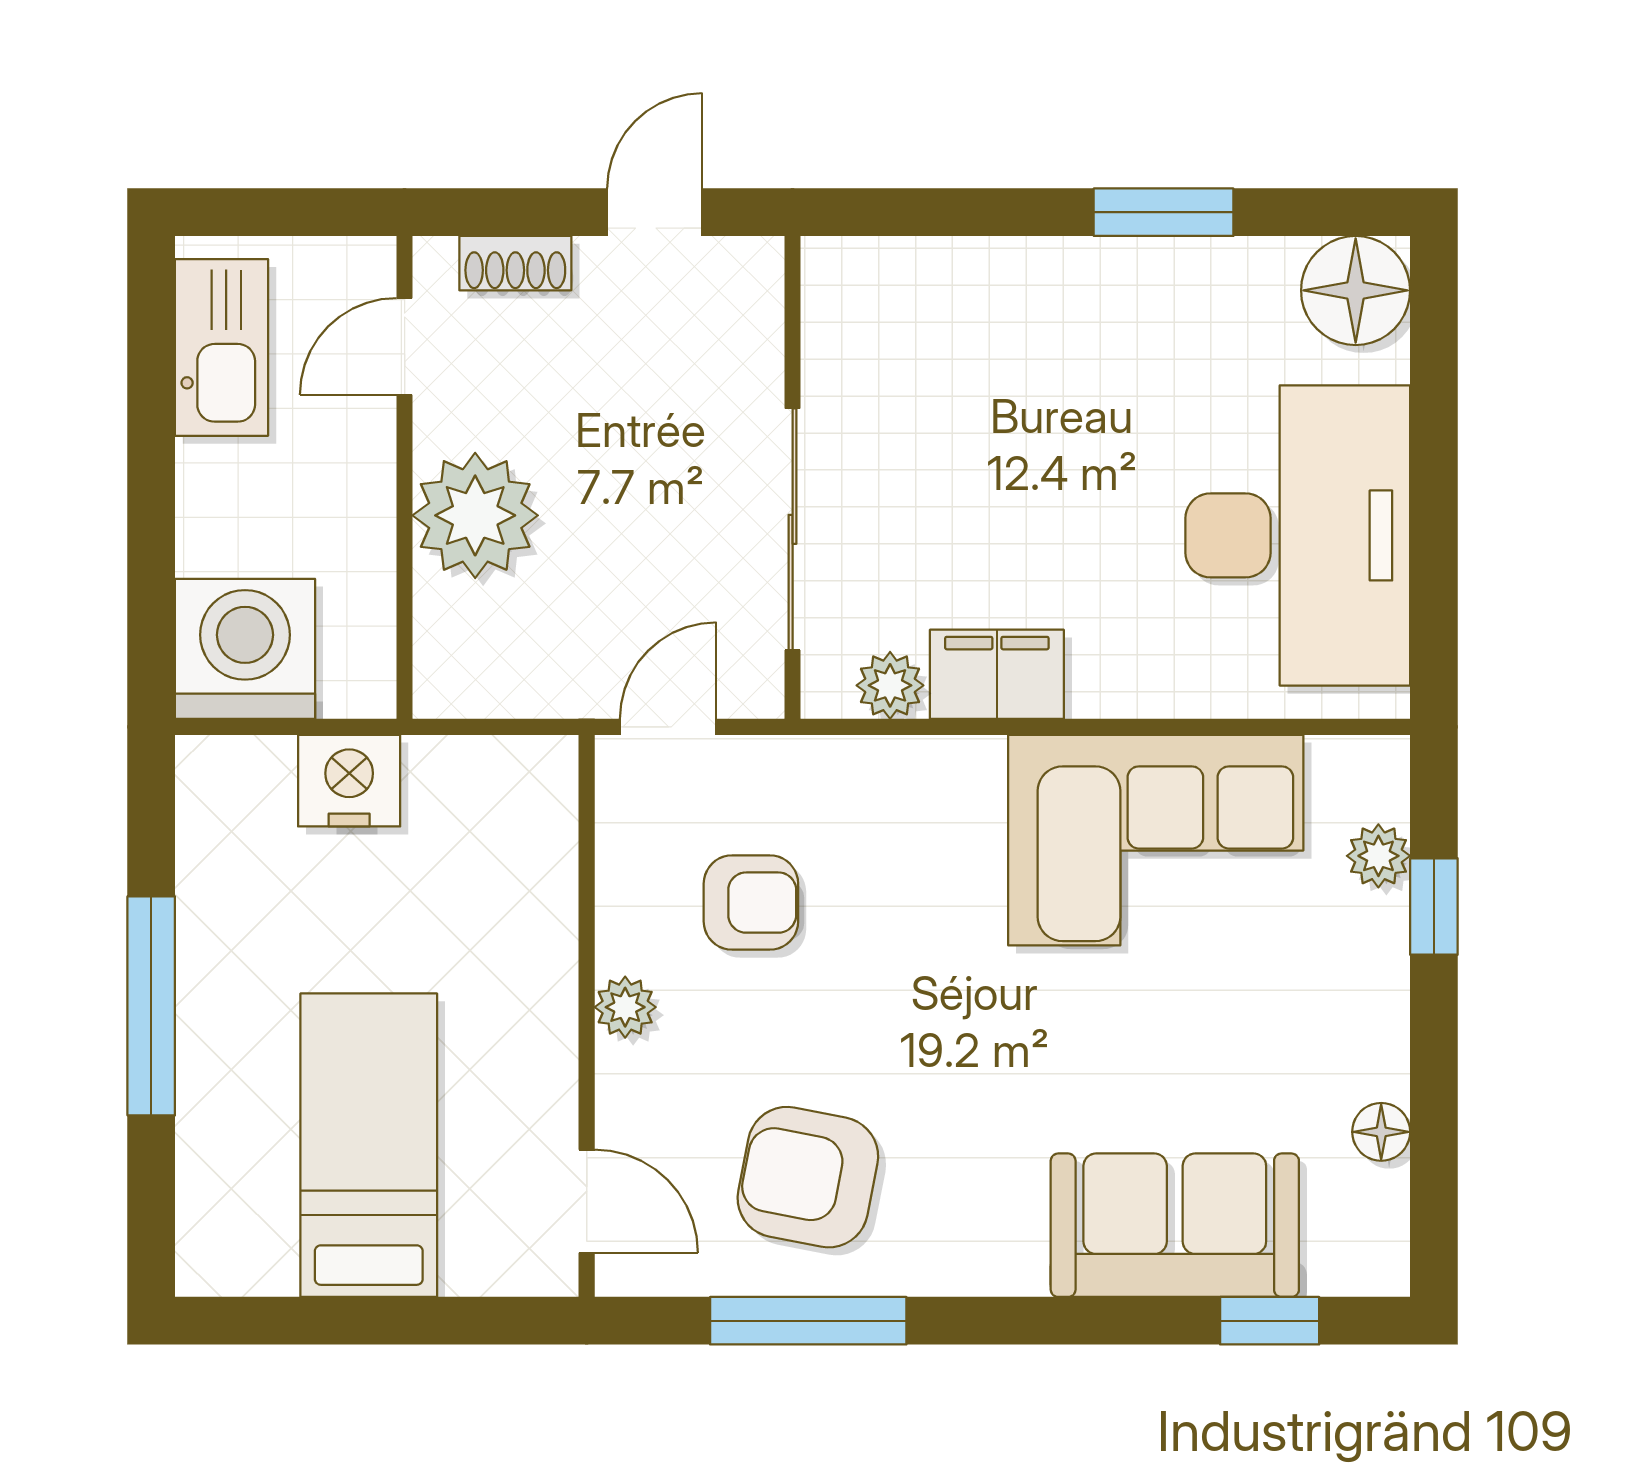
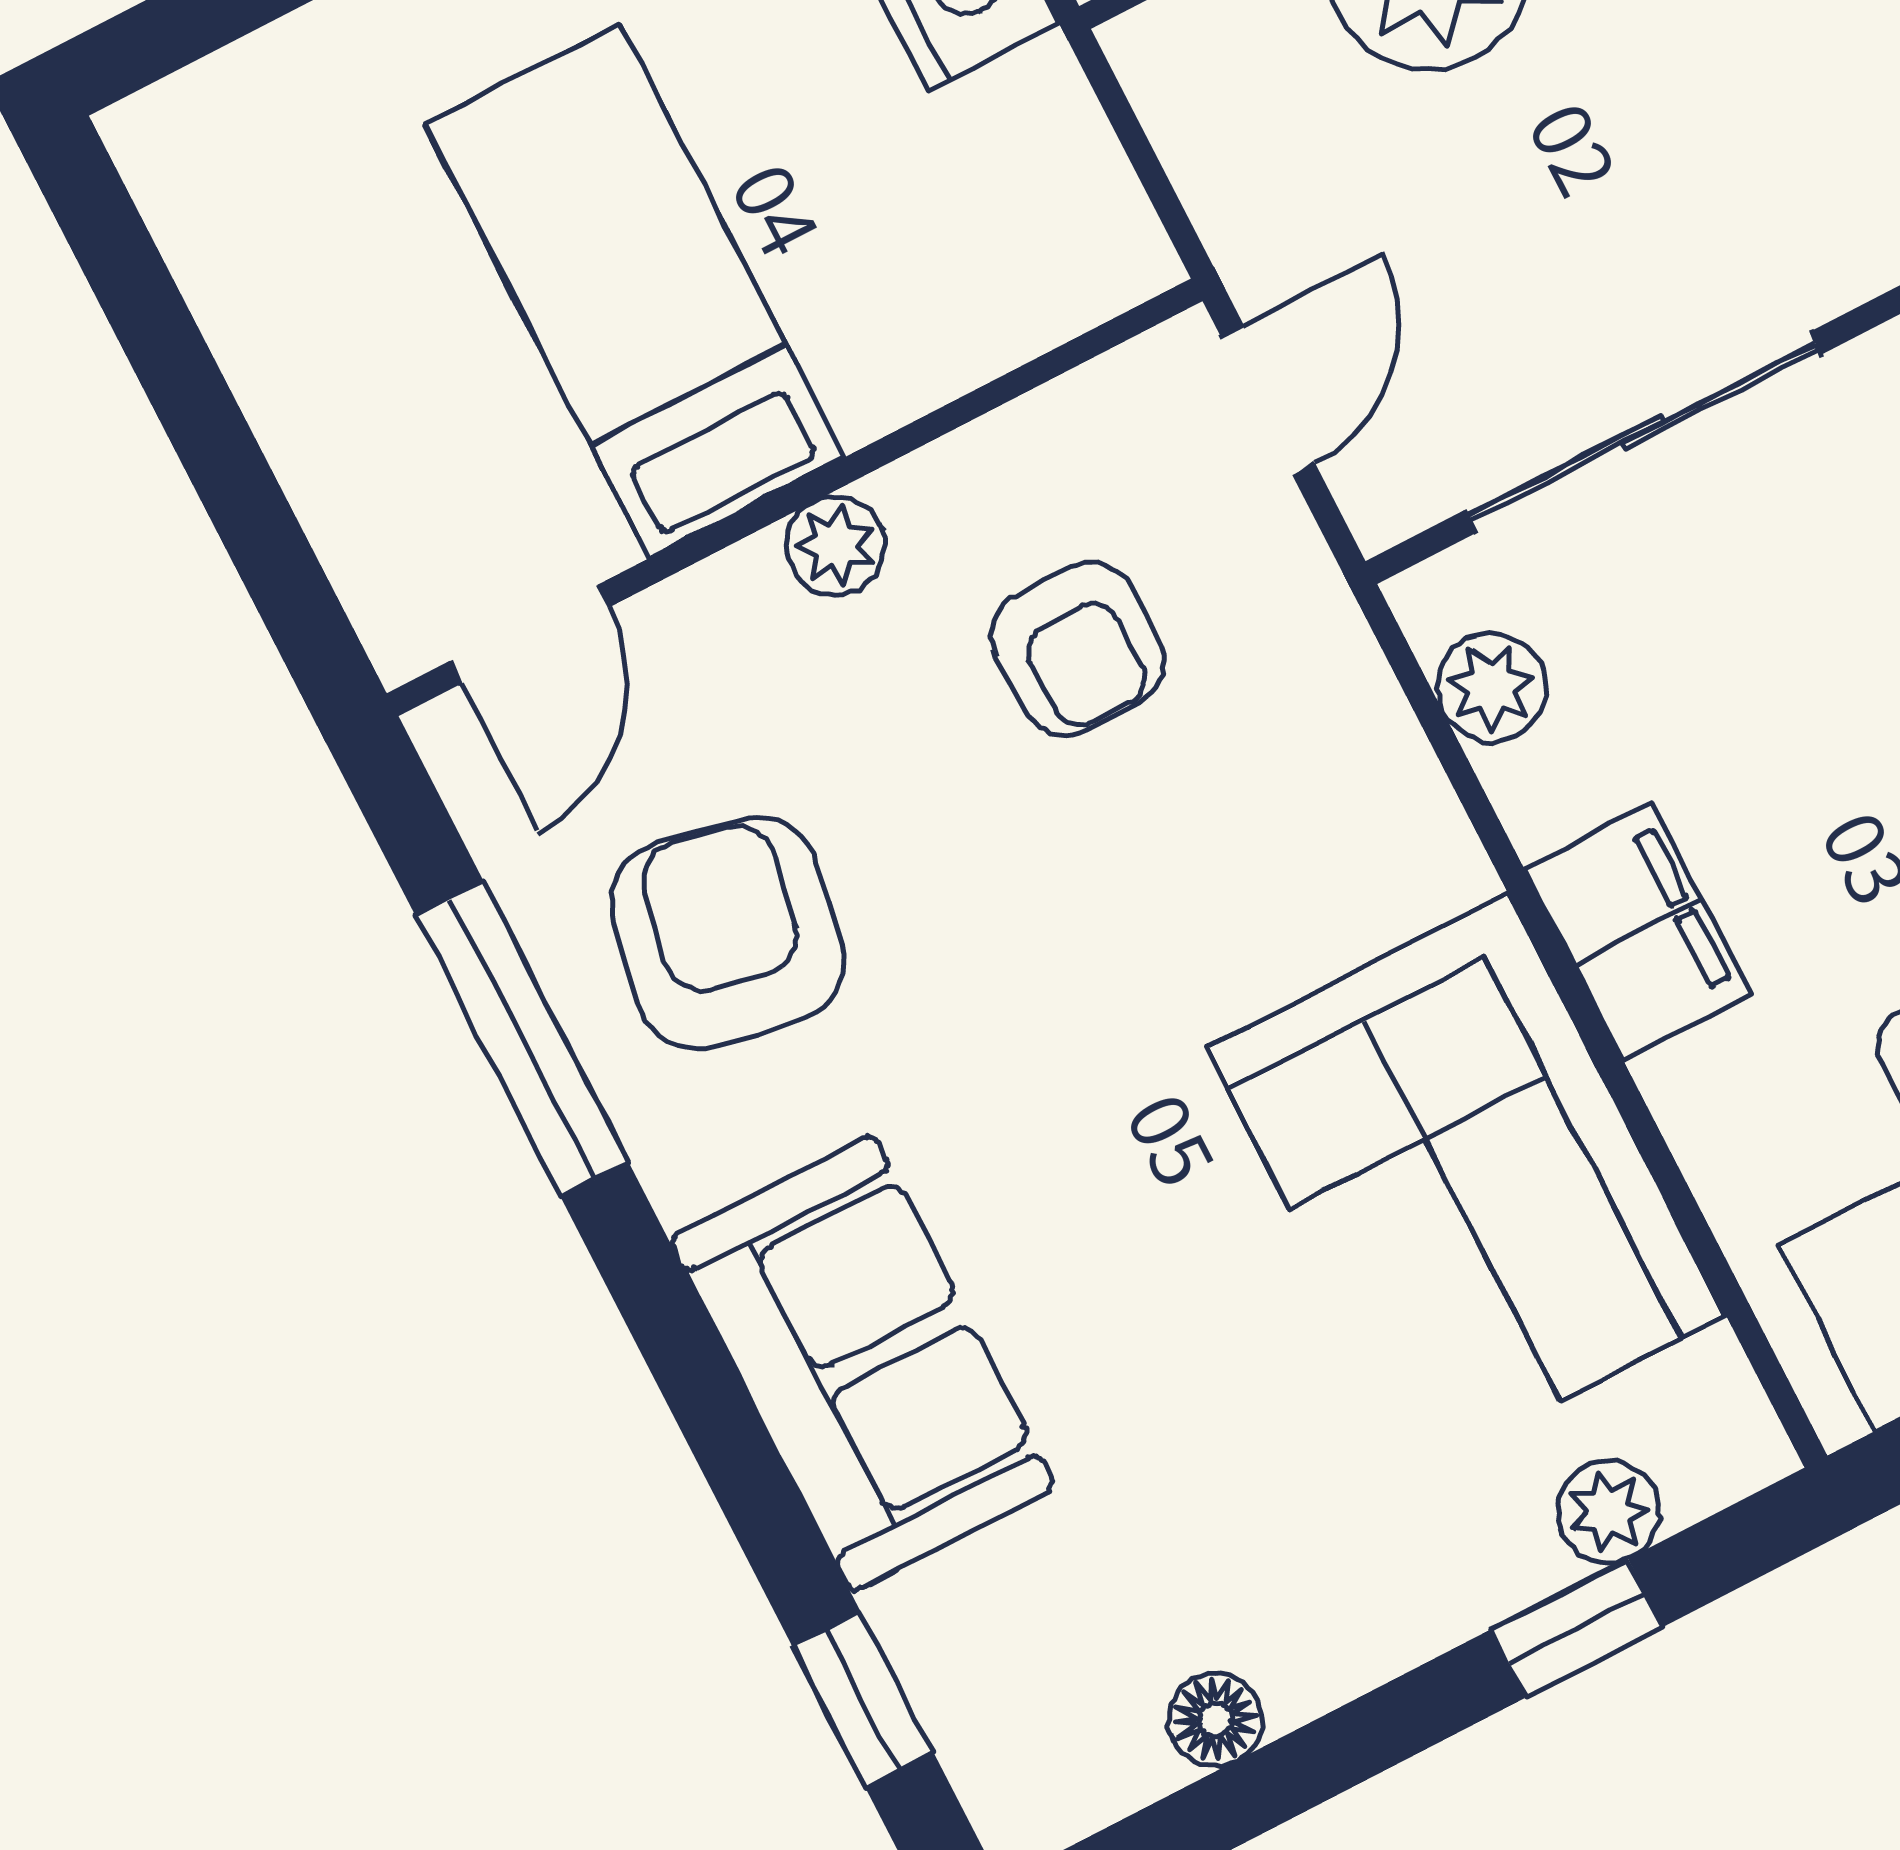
filing cabinet: (997, 674) -> (1638, 932), moved
door: (668, 727) -> (1268, 400), hinge flipped
bed: (369, 1145) -> (634, 291), moved, turned -90
sofa: (1175, 1225) -> (862, 1363), moved

